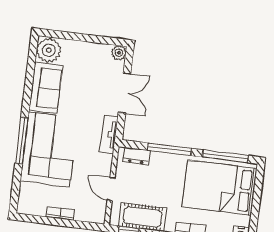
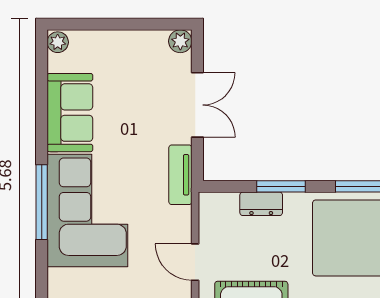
plant: (49, 50) -> (58, 42), width x0.53, depth x0.53
window: (170, 149) -> (281, 186), width x0.69
dresser: (136, 156) -> (261, 204), moved

